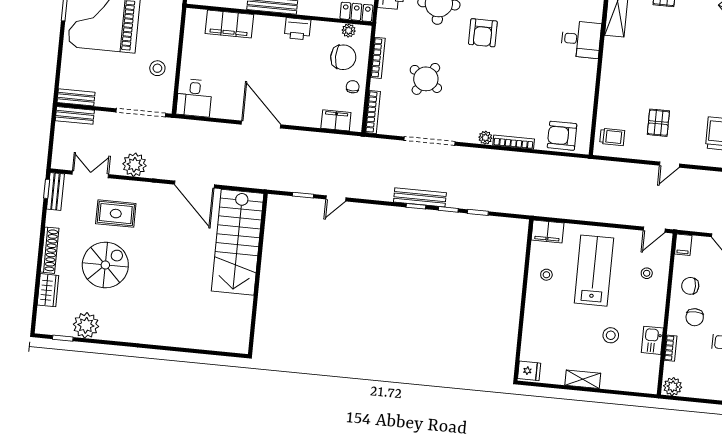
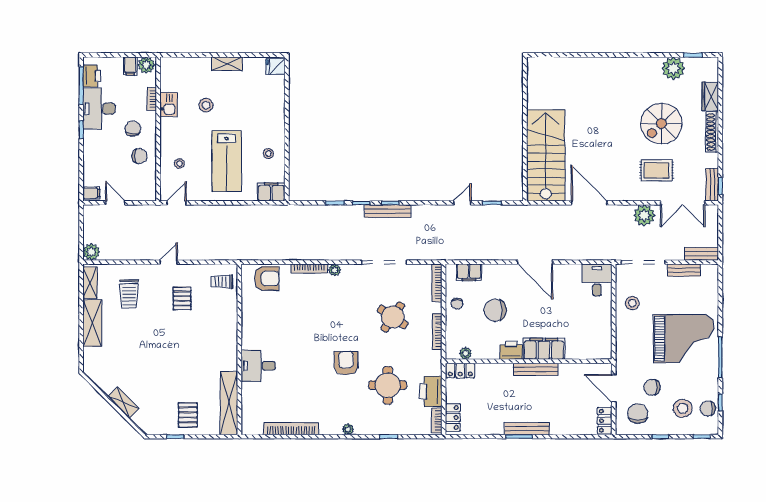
filing cabinet: (229, 24) -> (544, 349), moved
chair: (343, 57) -> (495, 310), moved
bench: (76, 97) -> (684, 270), moved
double door: (90, 174) -> (683, 203), width x1.37
filing cabinet: (683, 245) -> (130, 66), moved, turned 180

